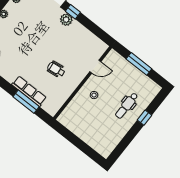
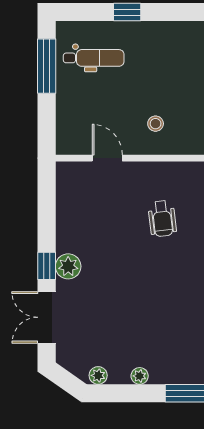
window: (139, 64) -> (47, 66), moved
dental chair: (127, 106) -> (94, 58), moved

